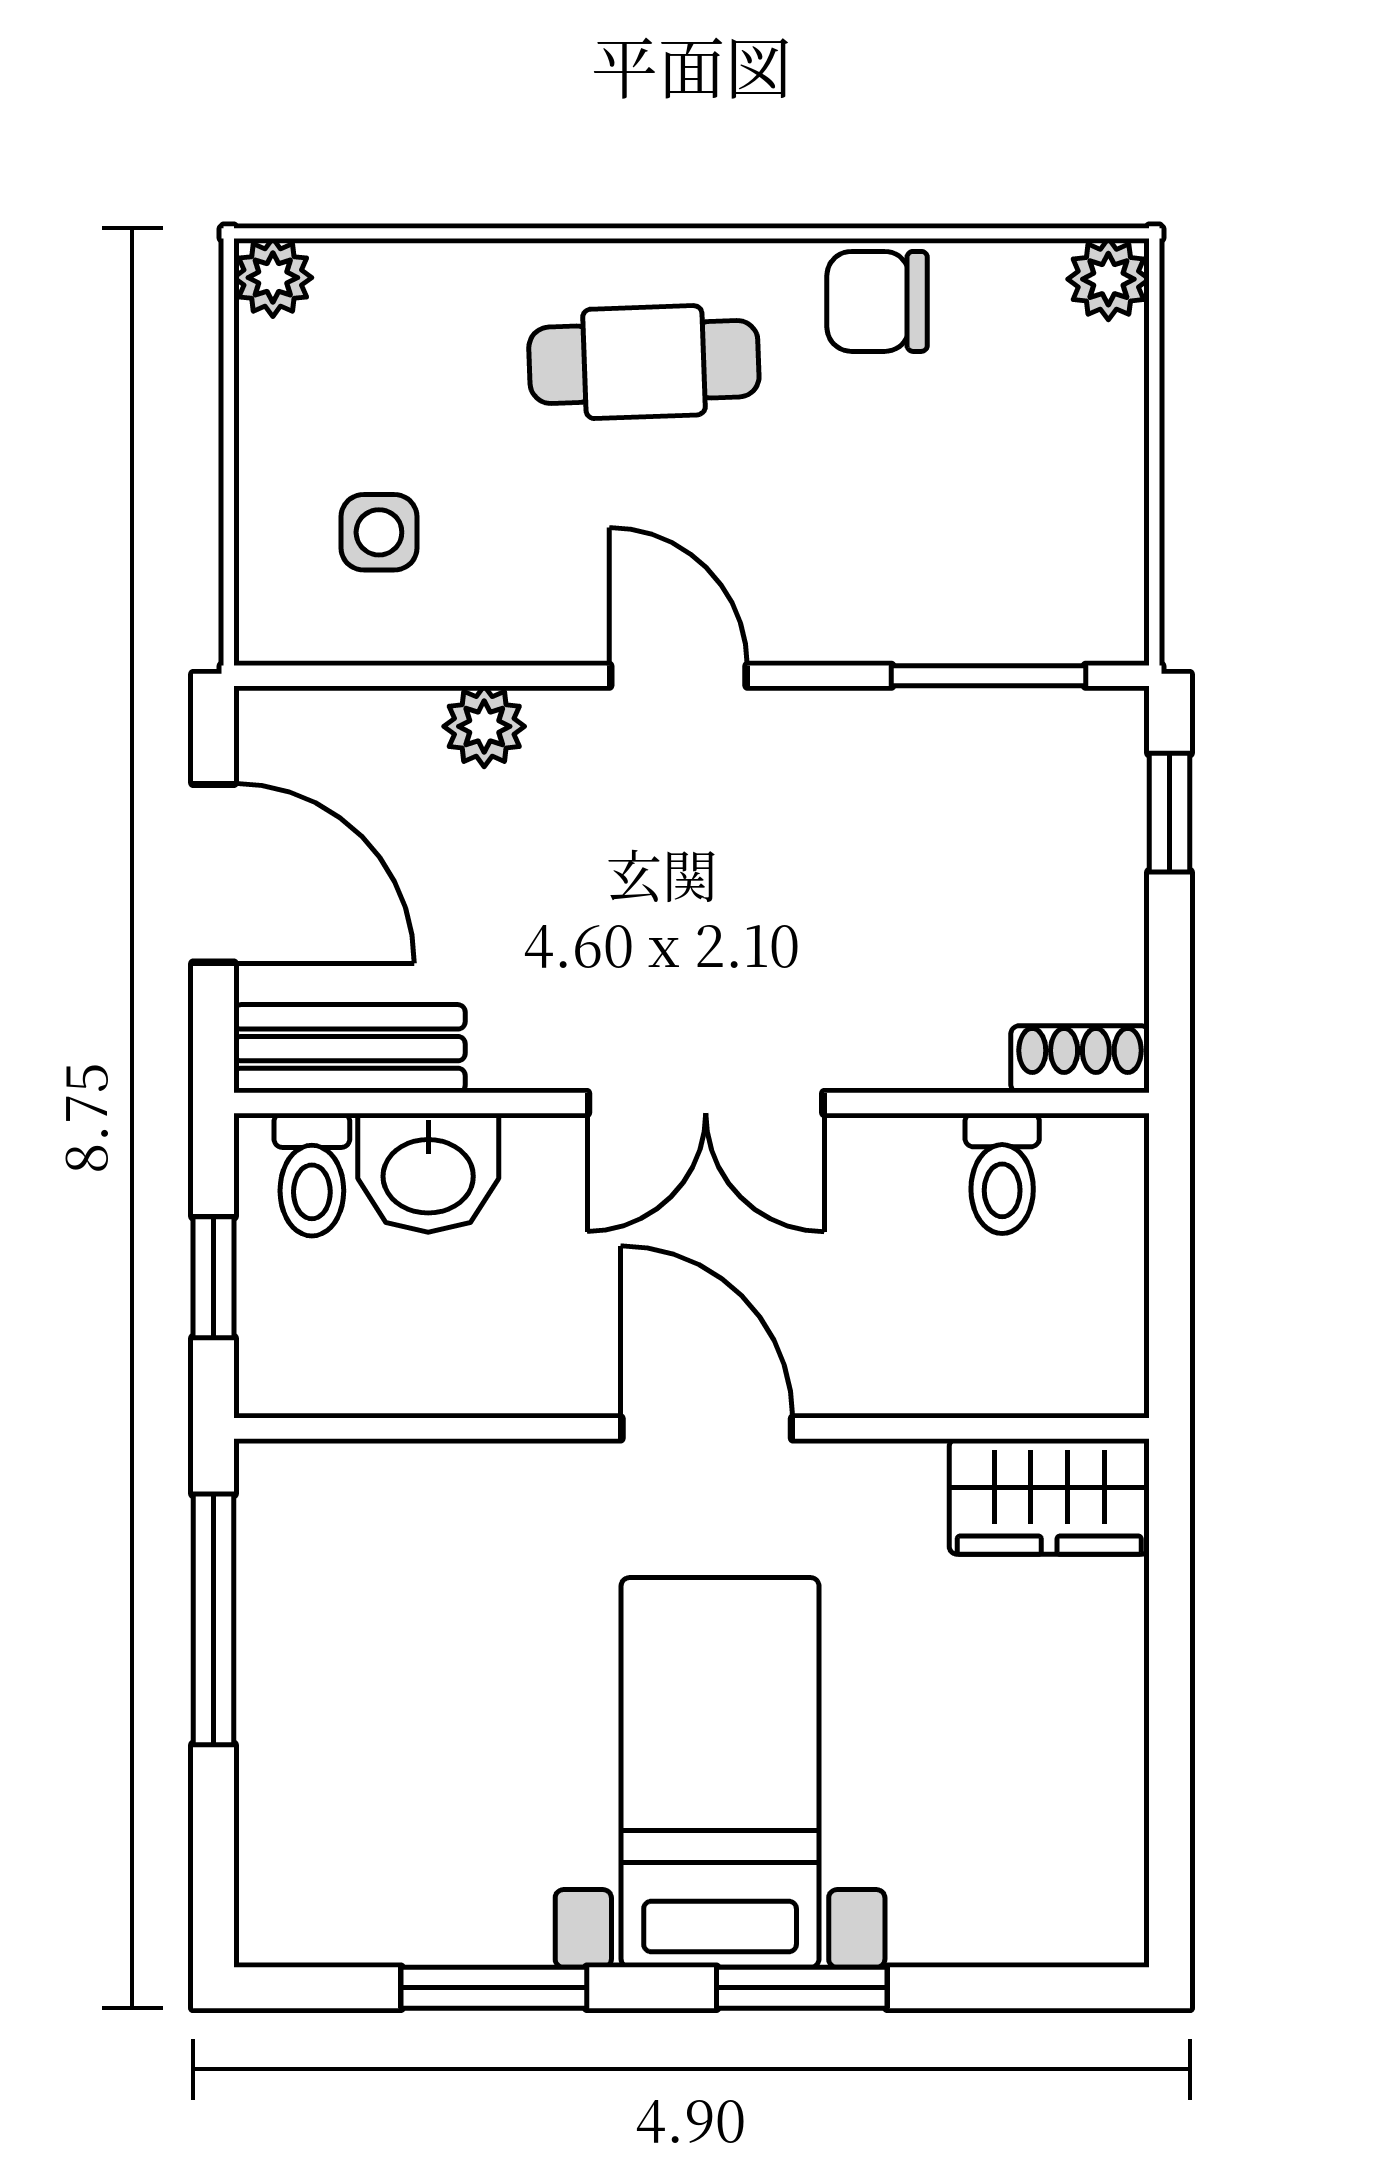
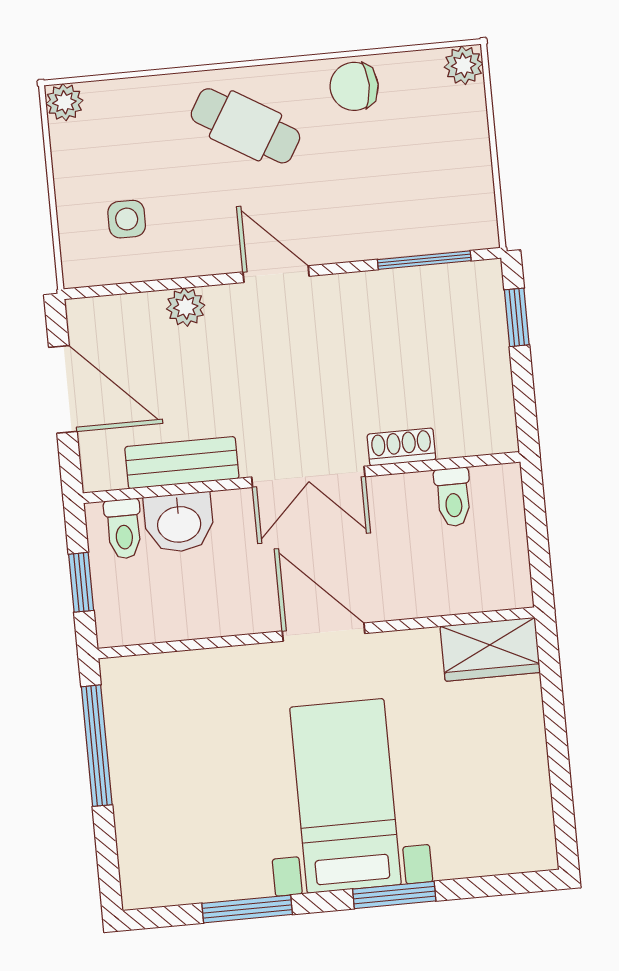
cafe table: (644, 362) -> (245, 126), turned 33
bench: (349, 1049) -> (182, 463), moved
shoe rack: (1080, 1059) -> (401, 447), moved

